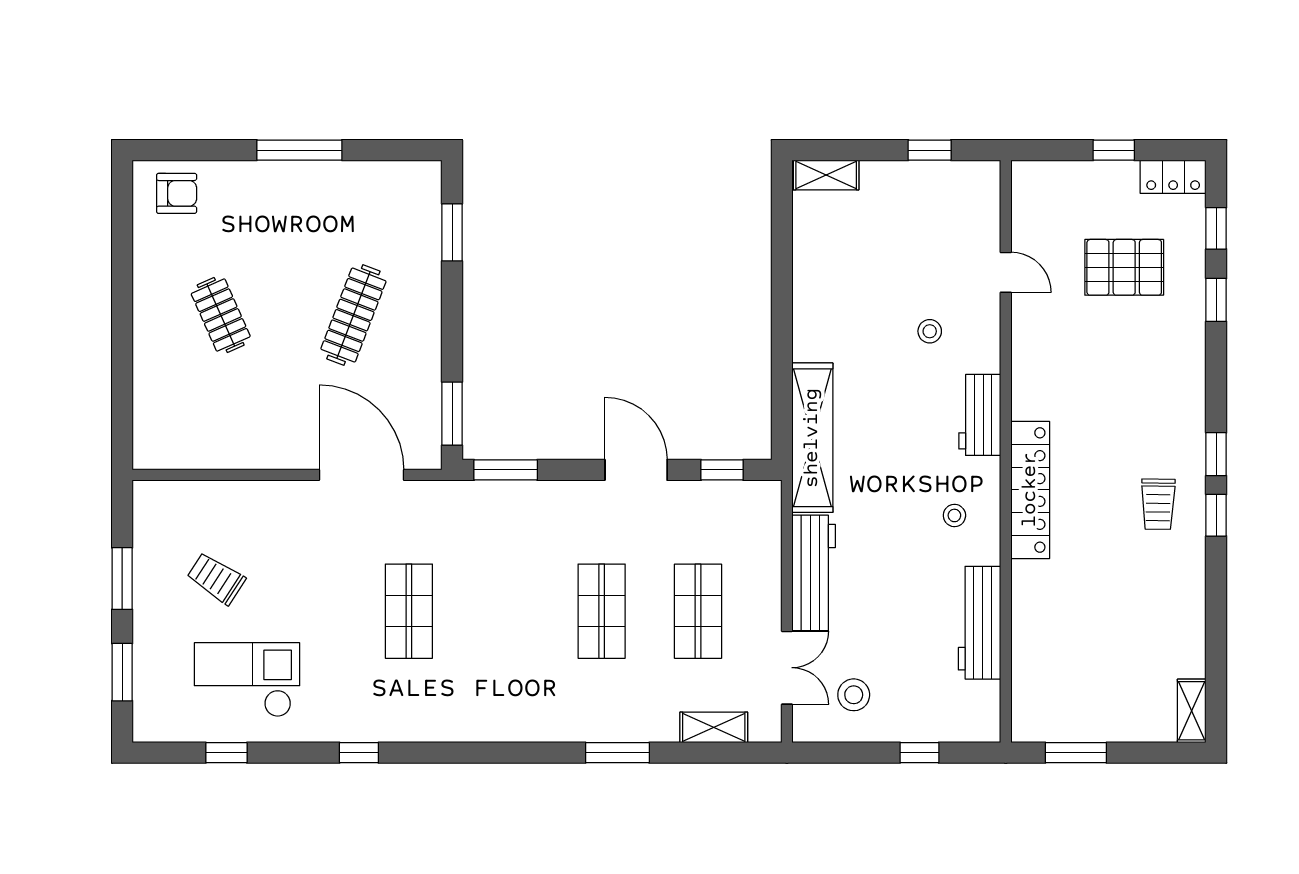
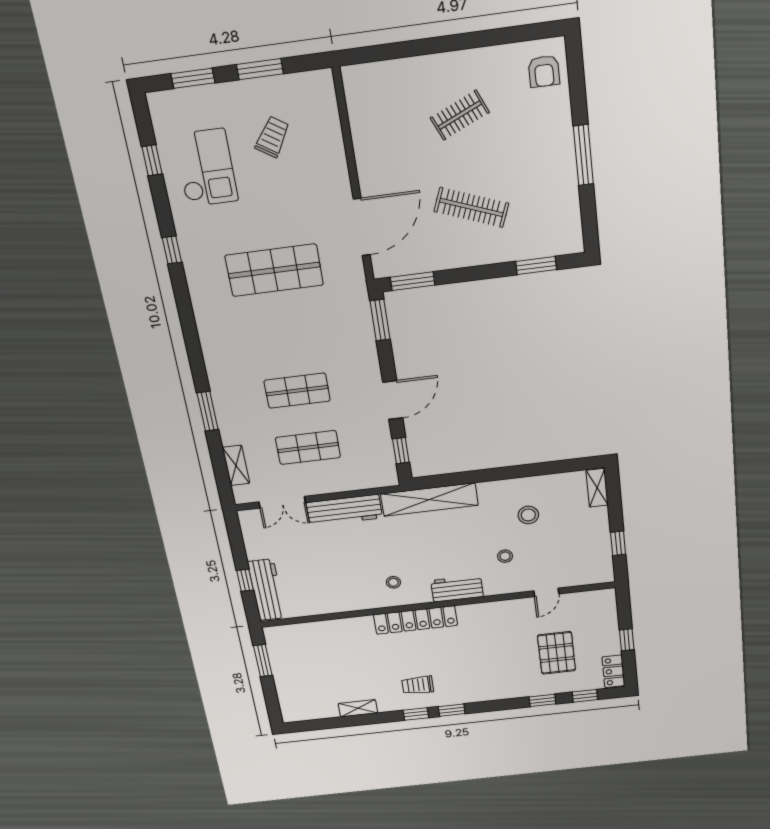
shop shelf: (409, 611) -> (274, 270), width x1.43, depth x1.36
workbench: (979, 623) -> (267, 590), moved, turned 90
stool: (854, 695) -> (528, 515), moved
shelving: (1192, 711) -> (358, 708), moved

